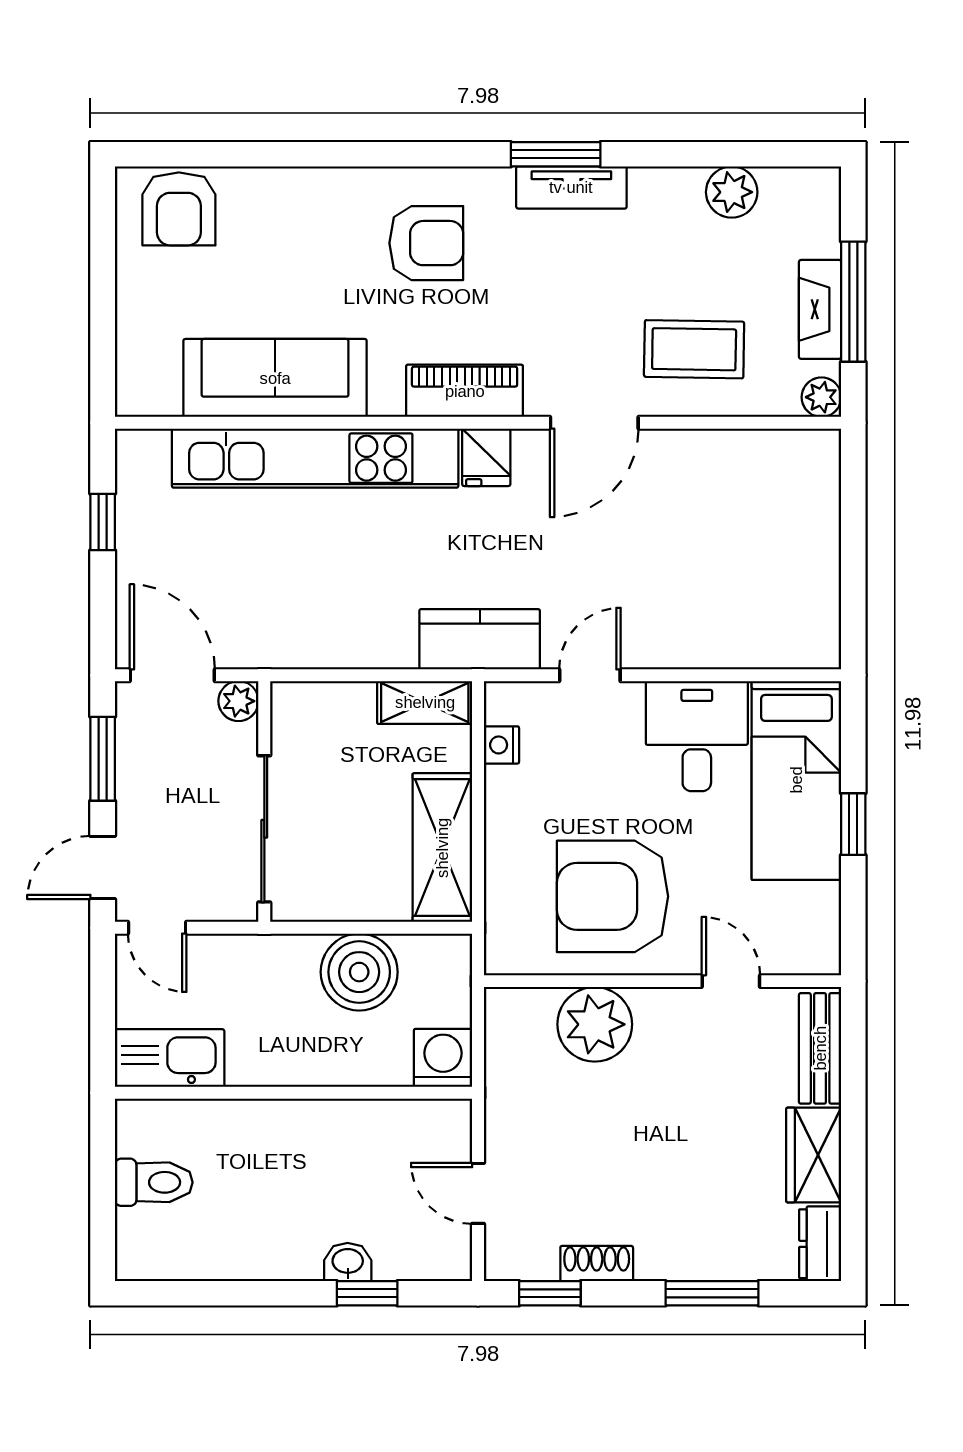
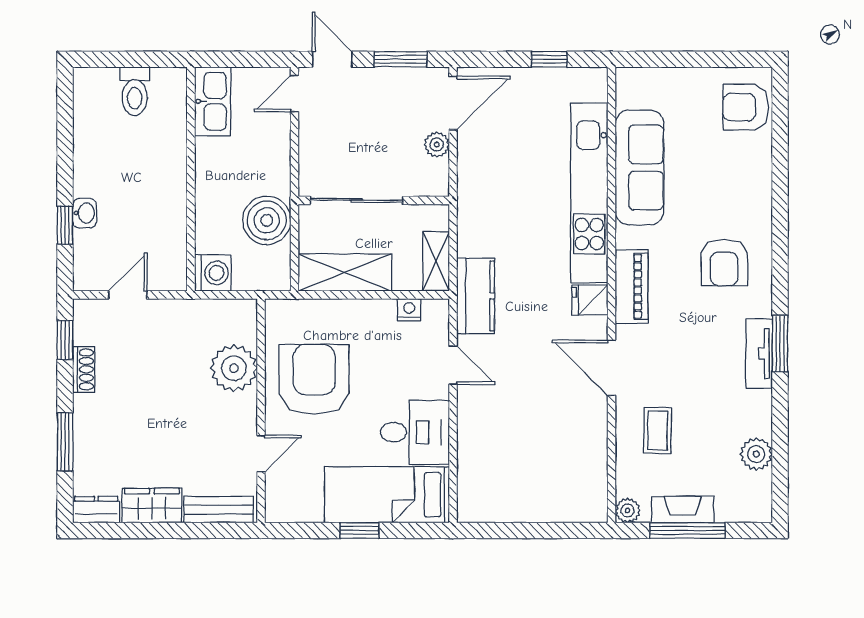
coffee table: (694, 349) -> (658, 431), width x0.73, depth x0.77
wall: (264, 801) -> (374, 200), moved
sliding door: (264, 829) -> (357, 200), moved

